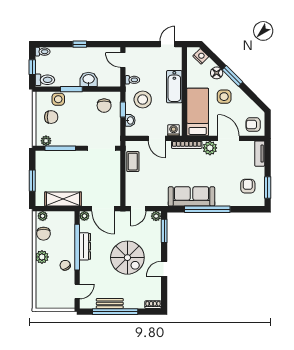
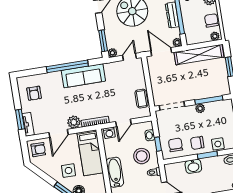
chair: (51, 117) -> (197, 143), moved
door: (157, 138) -> (123, 123), swing flipped
door: (228, 138) -> (58, 133), hinge flipped
plant: (46, 141) -> (200, 108), moved
window: (268, 187) -> (20, 119), moved
shelving: (63, 199) -> (199, 55), width x1.47

